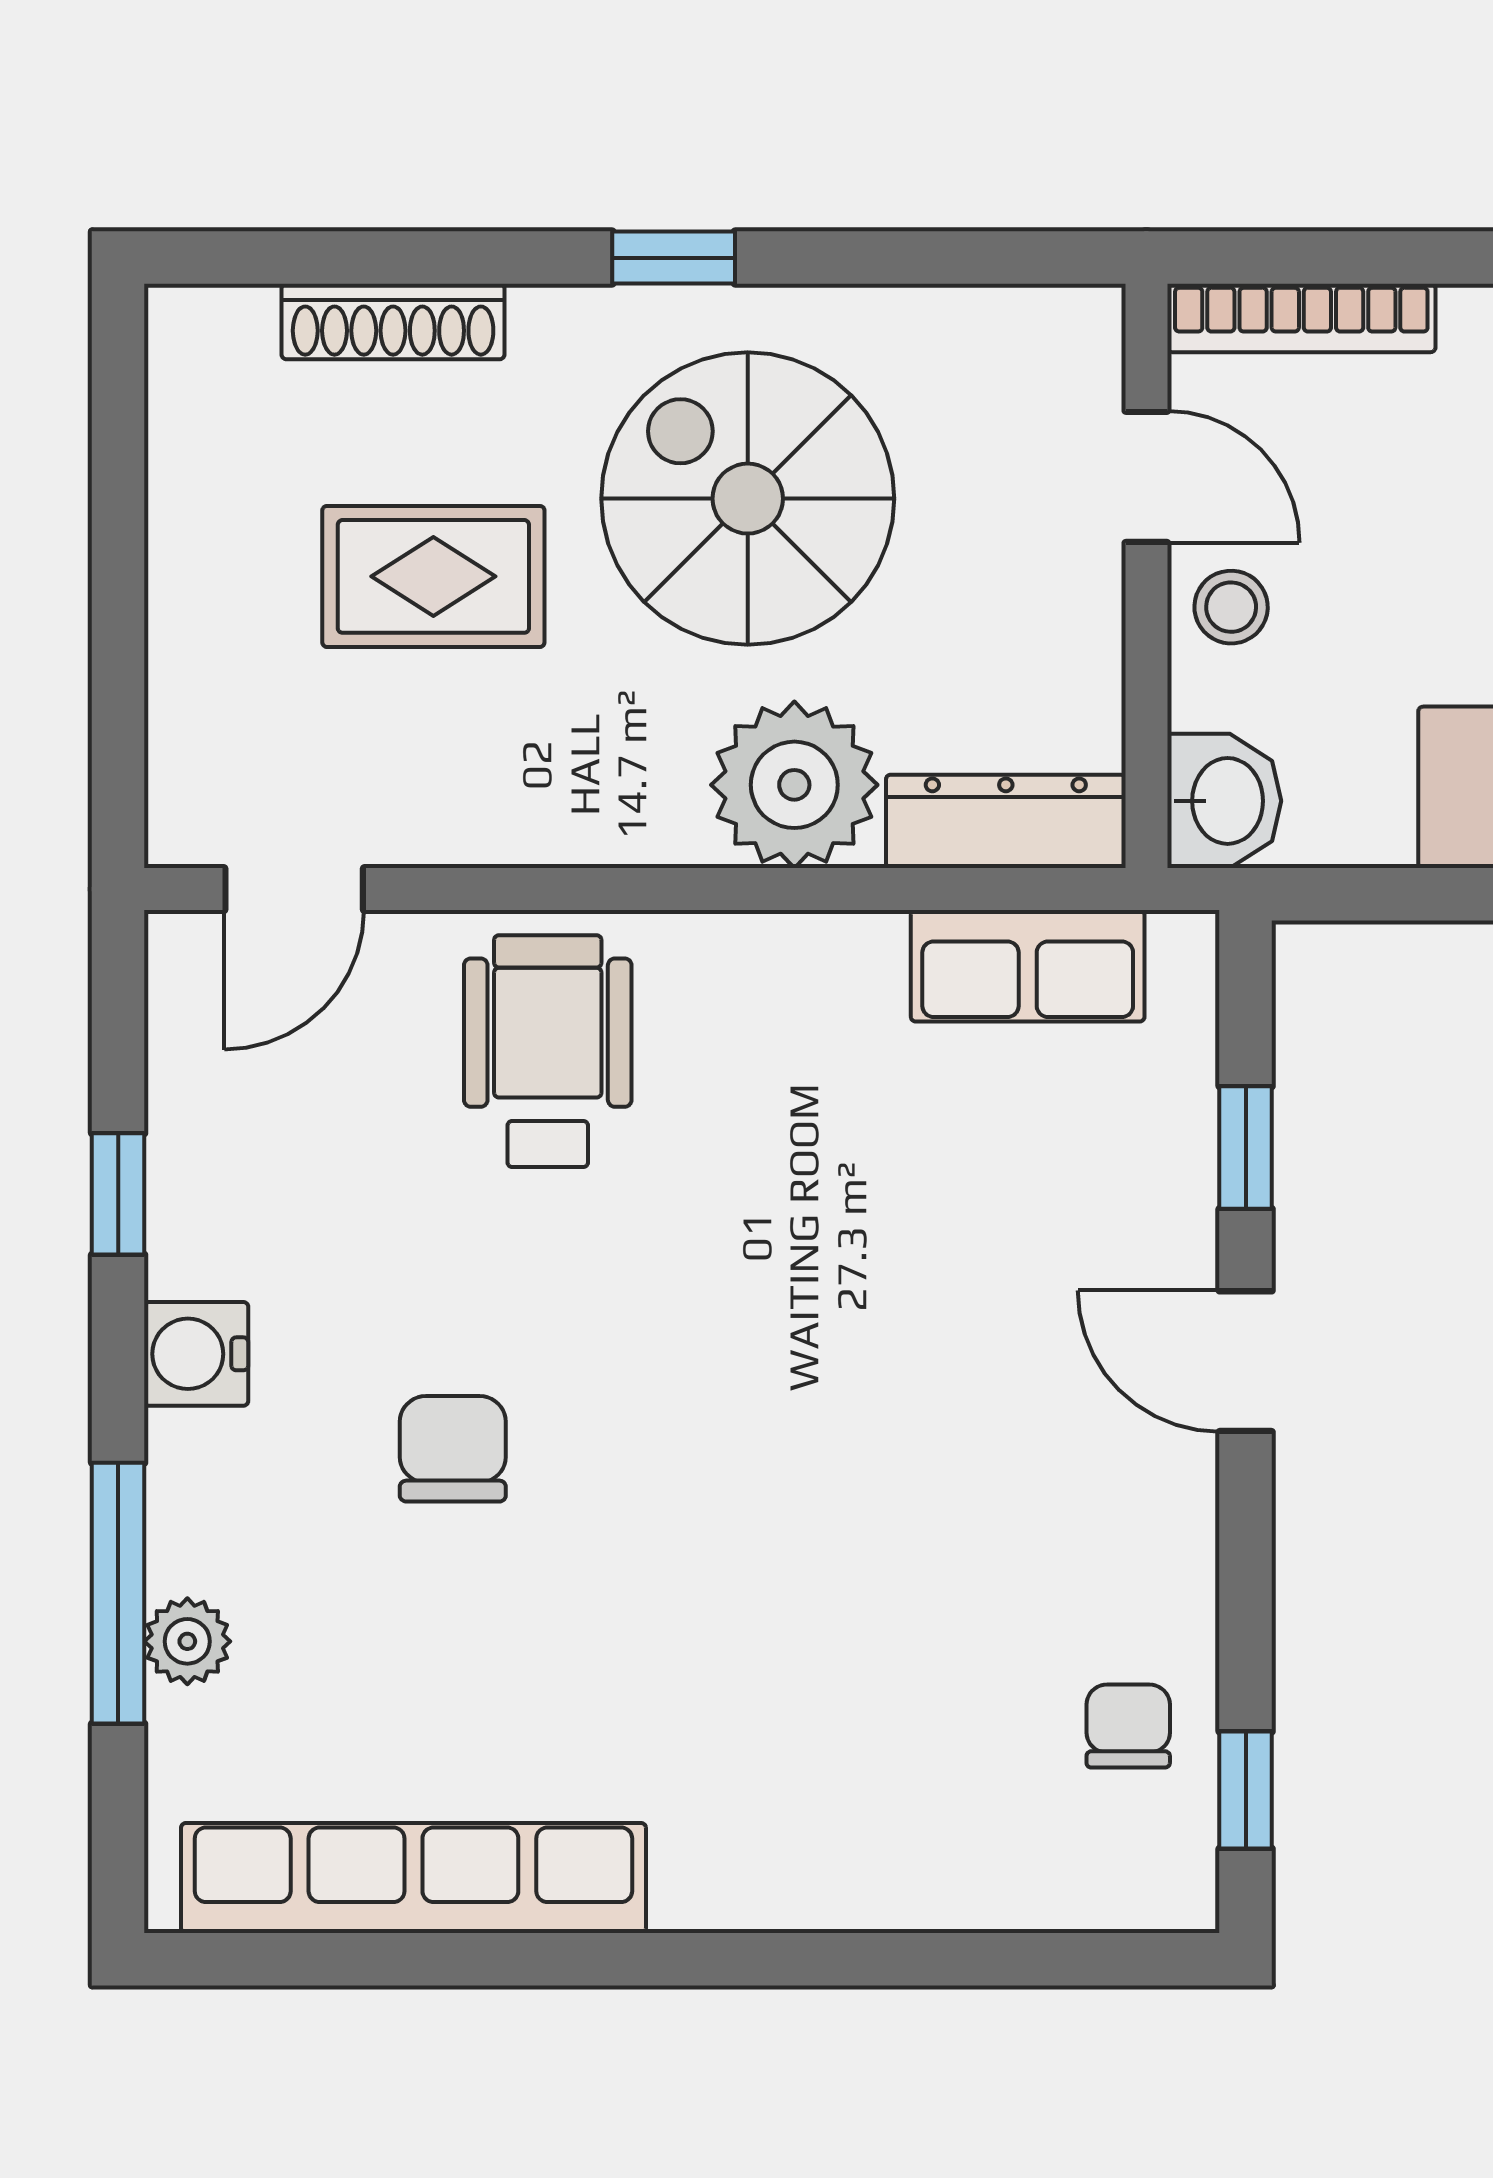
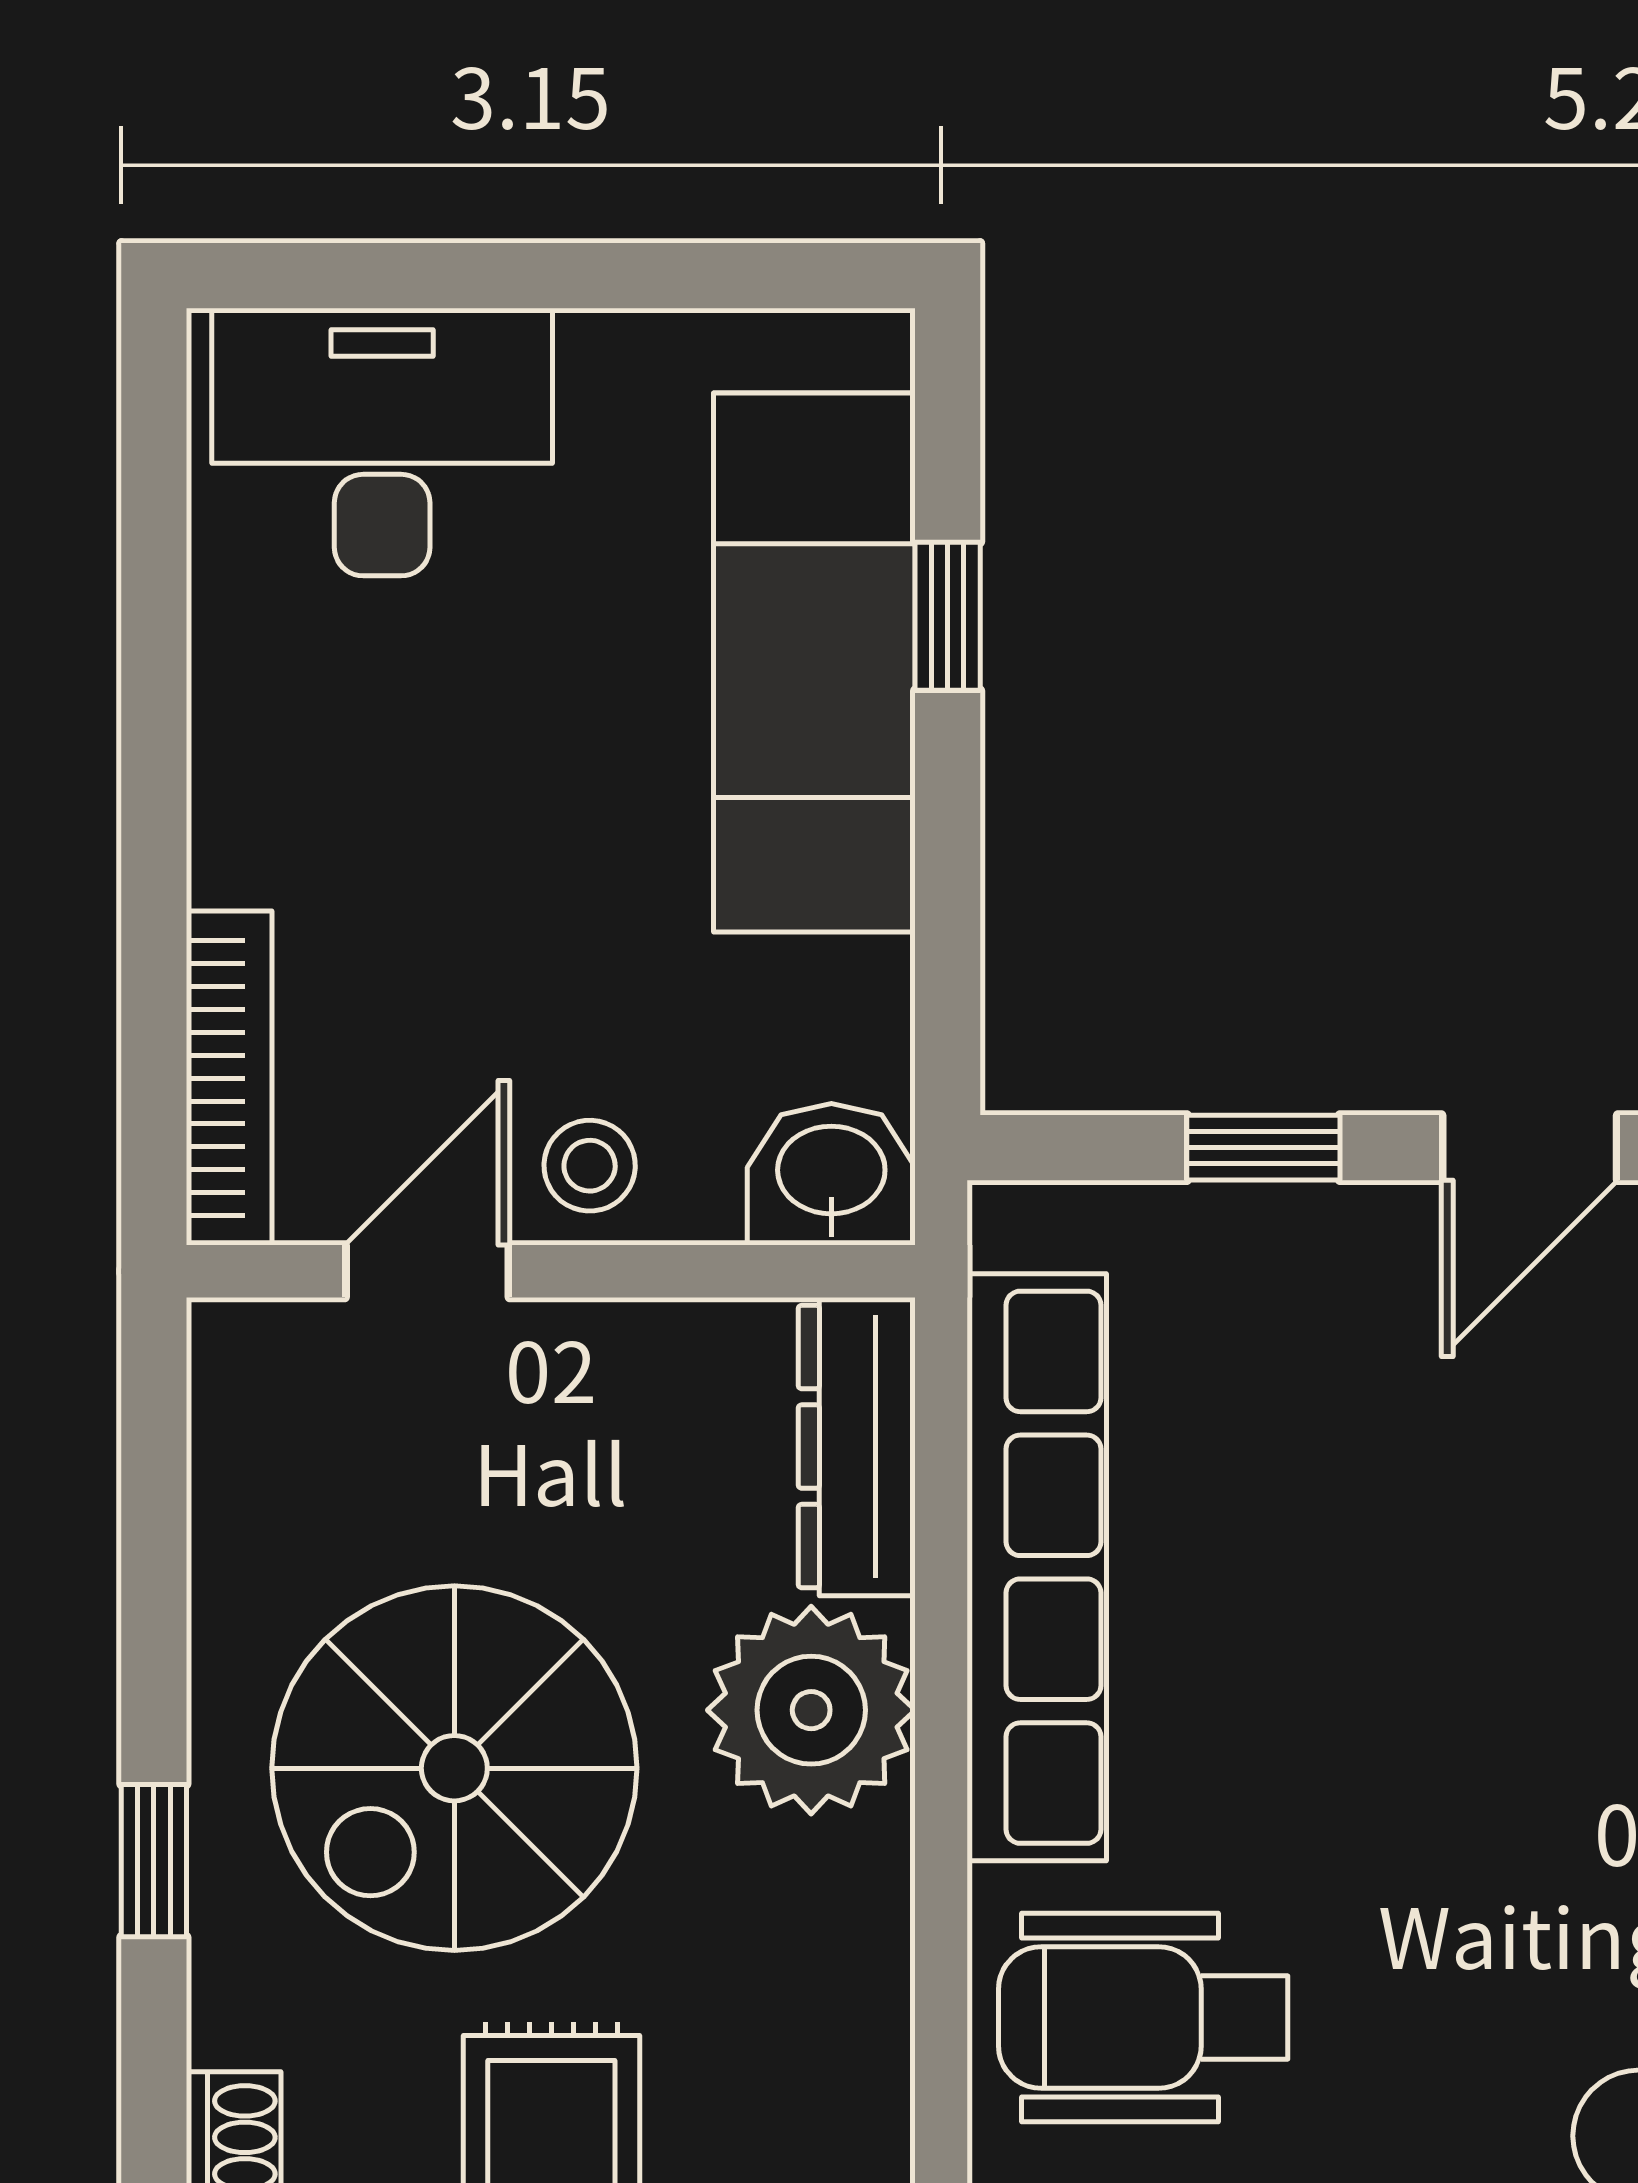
row of seats: (1028, 966) -> (1037, 1567), width x2.02

